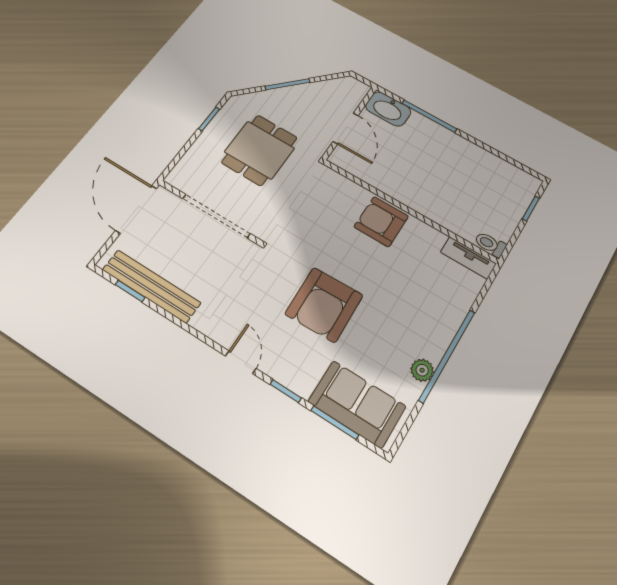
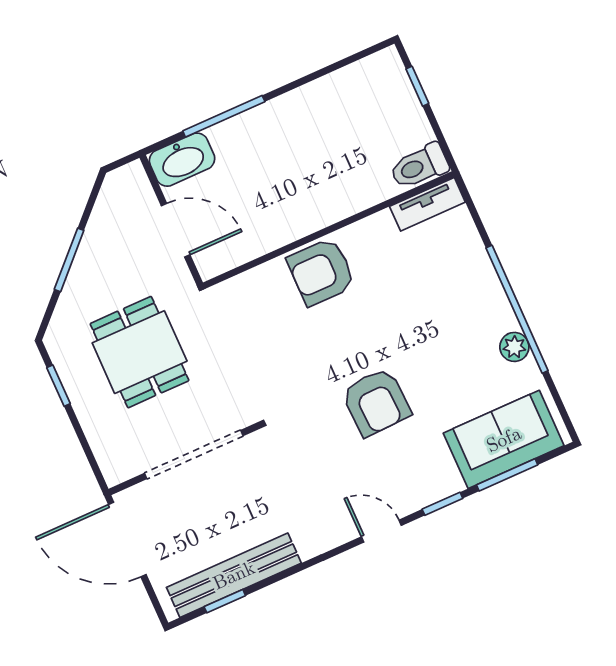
toilet: (490, 244) -> (419, 166), width x1.37, depth x1.39
armchair: (324, 305) -> (376, 402), width x0.73, depth x0.73

